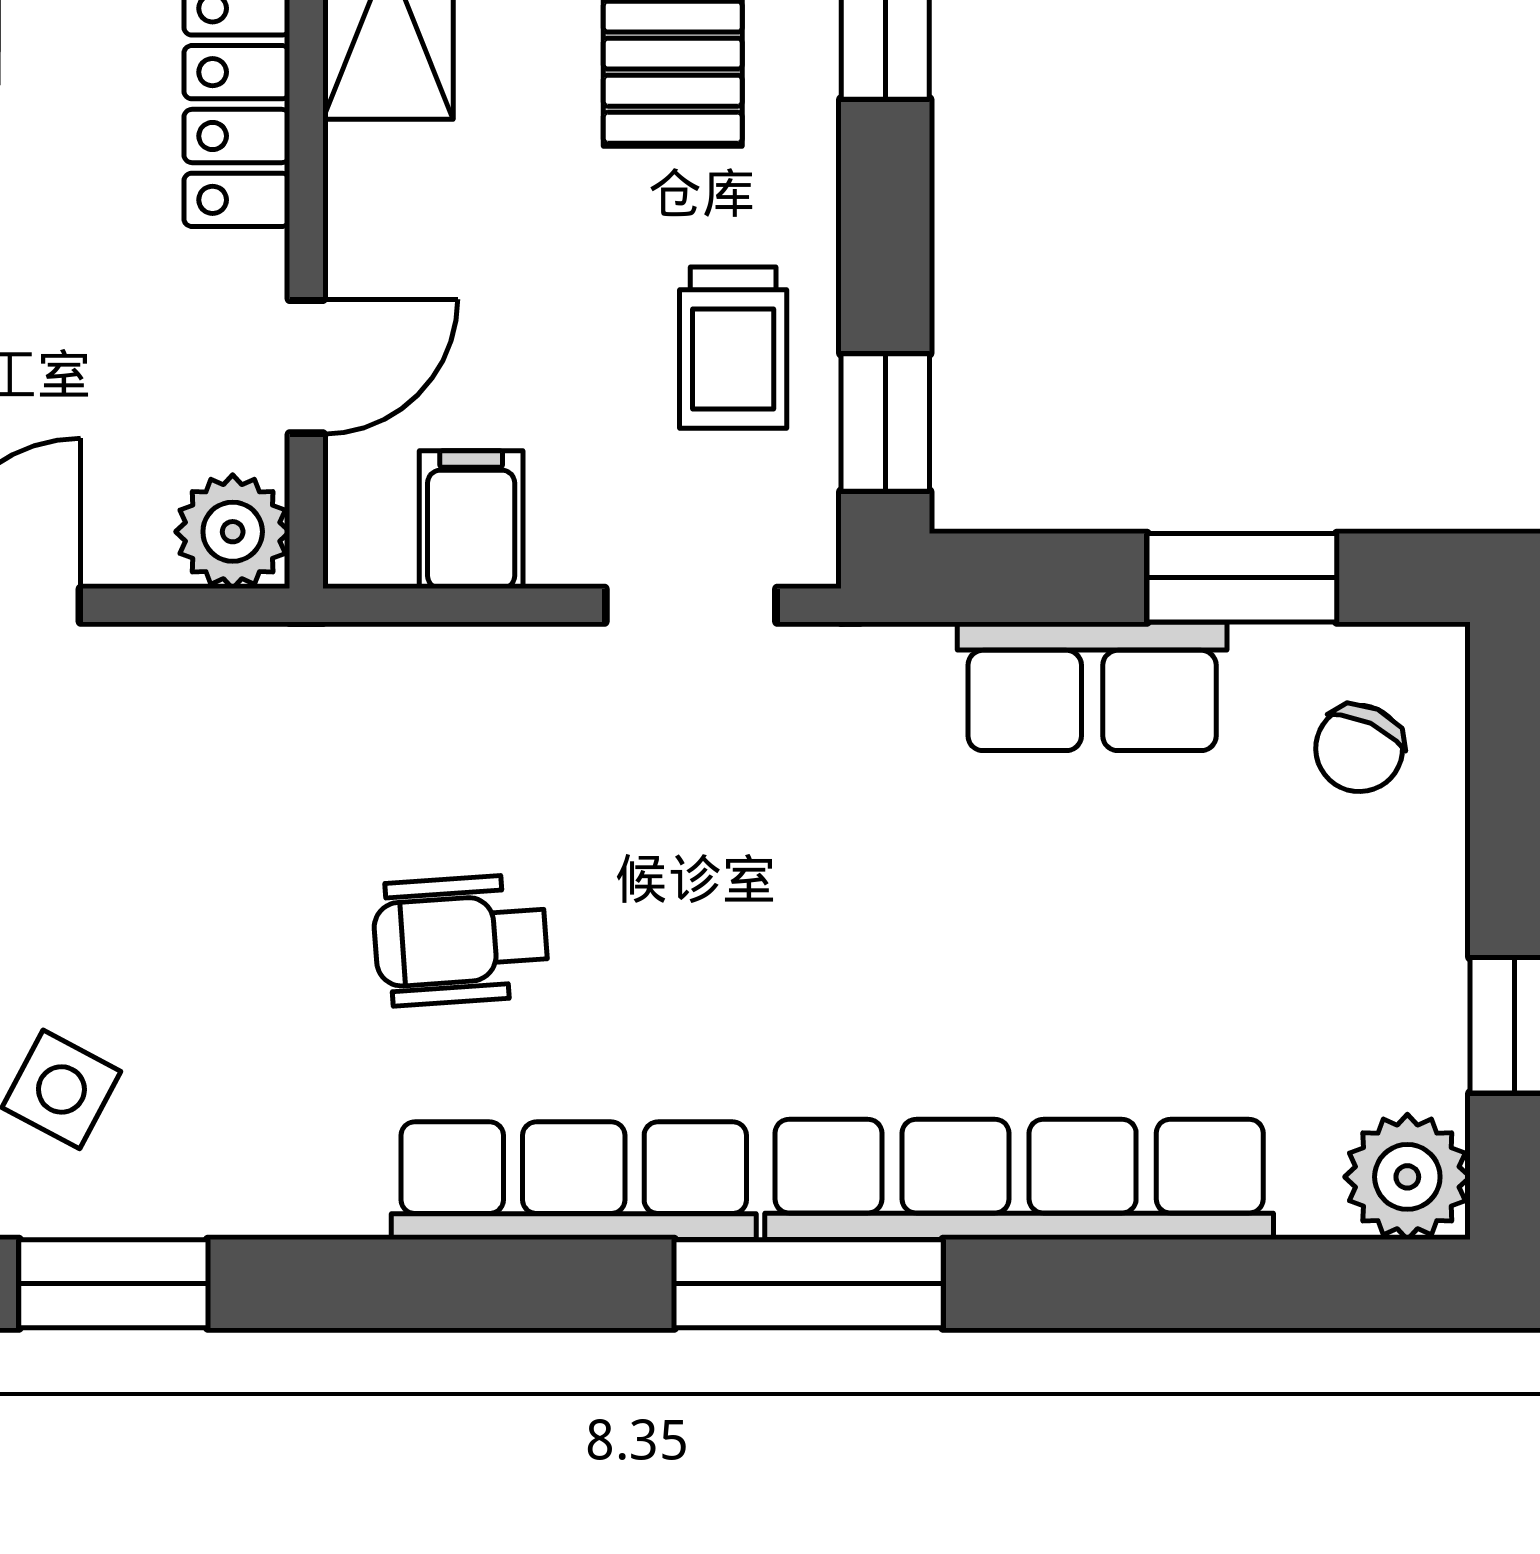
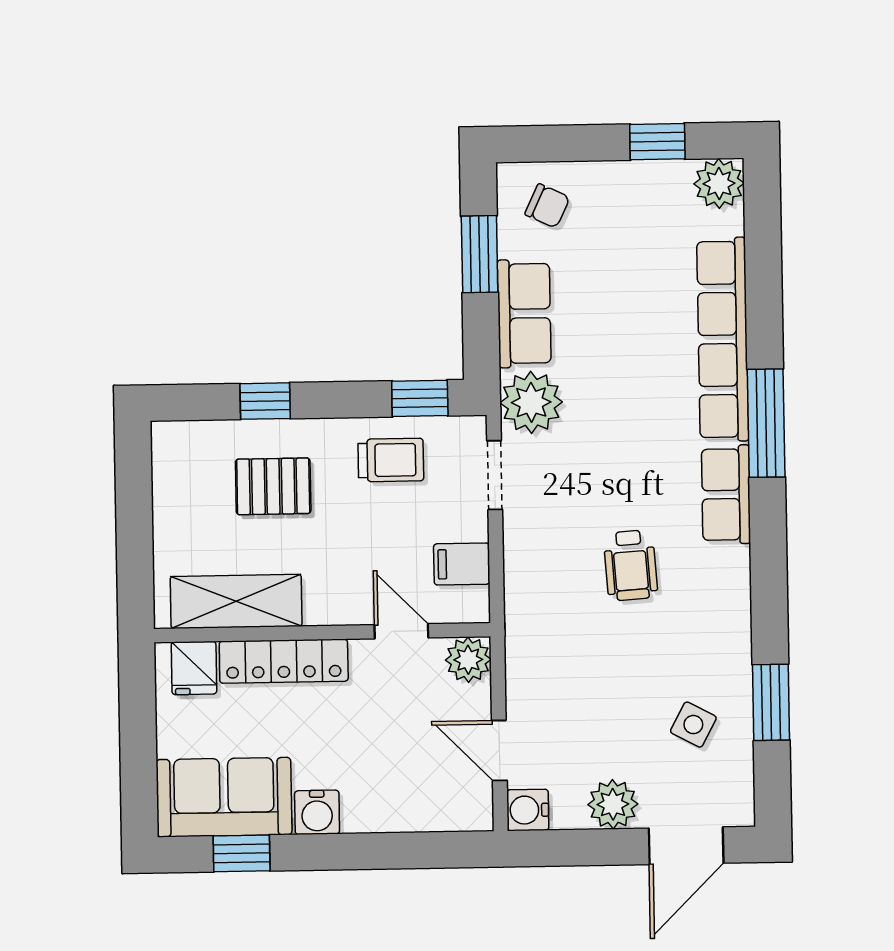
plant: (871, 700) -> (531, 402), added
row of seats: (574, 1181) -> (726, 494), width x0.68

